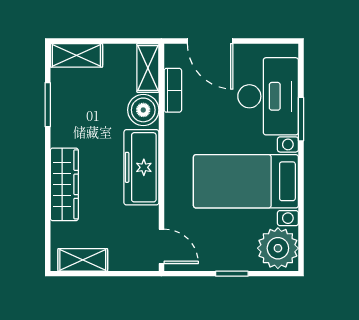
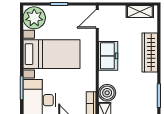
freezer: (141, 167) -> (108, 56), width x0.71
door: (161, 246) -> (97, 19), hinge flipped

